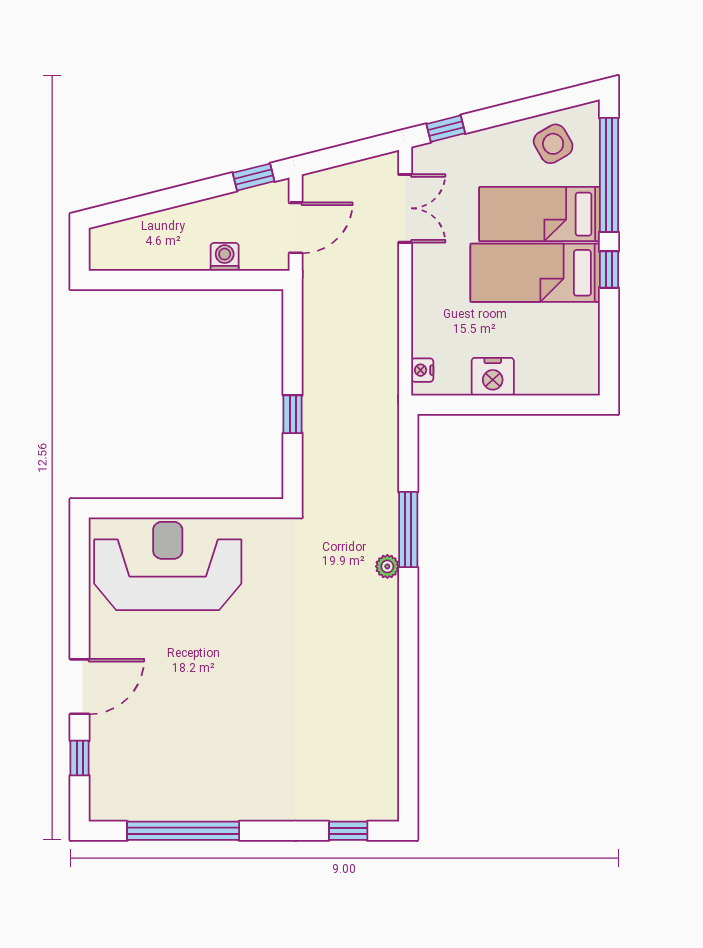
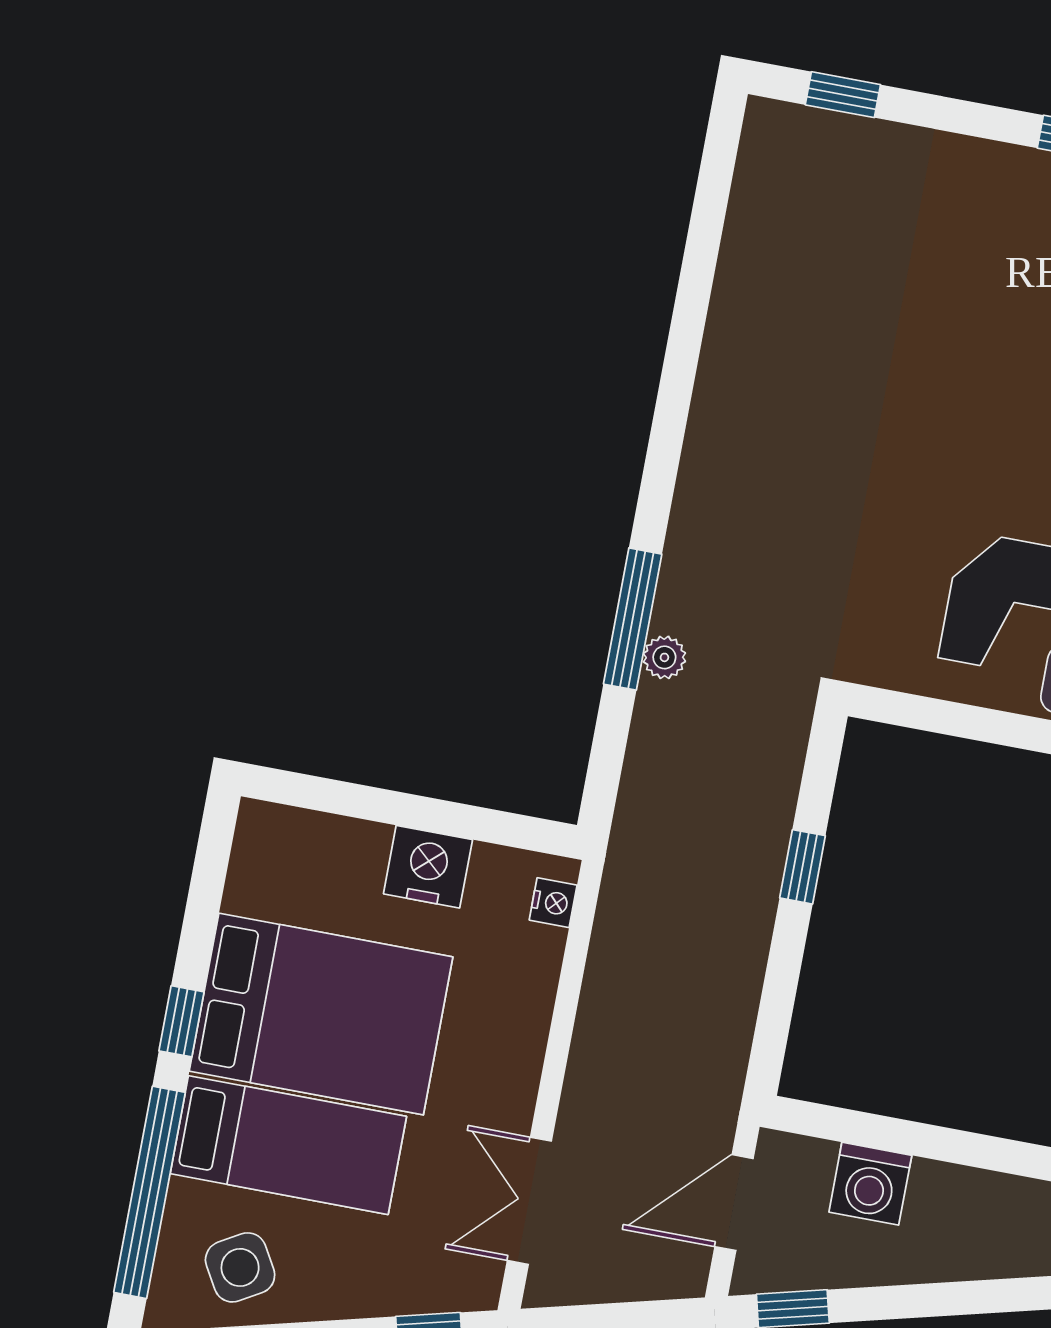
washing machine: (225, 257) -> (870, 1184), width x1.38, depth x1.38
bed: (535, 273) -> (321, 1014), width x1.50
plant: (387, 566) -> (664, 657), moved

